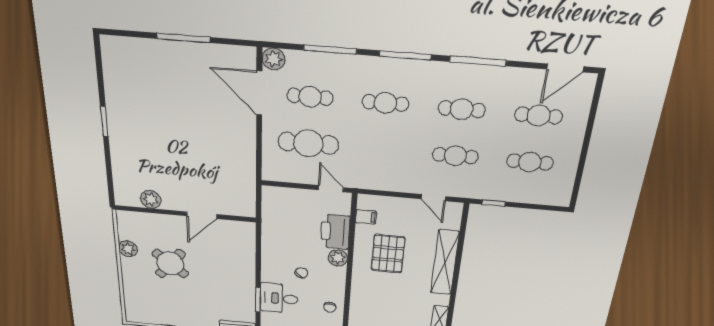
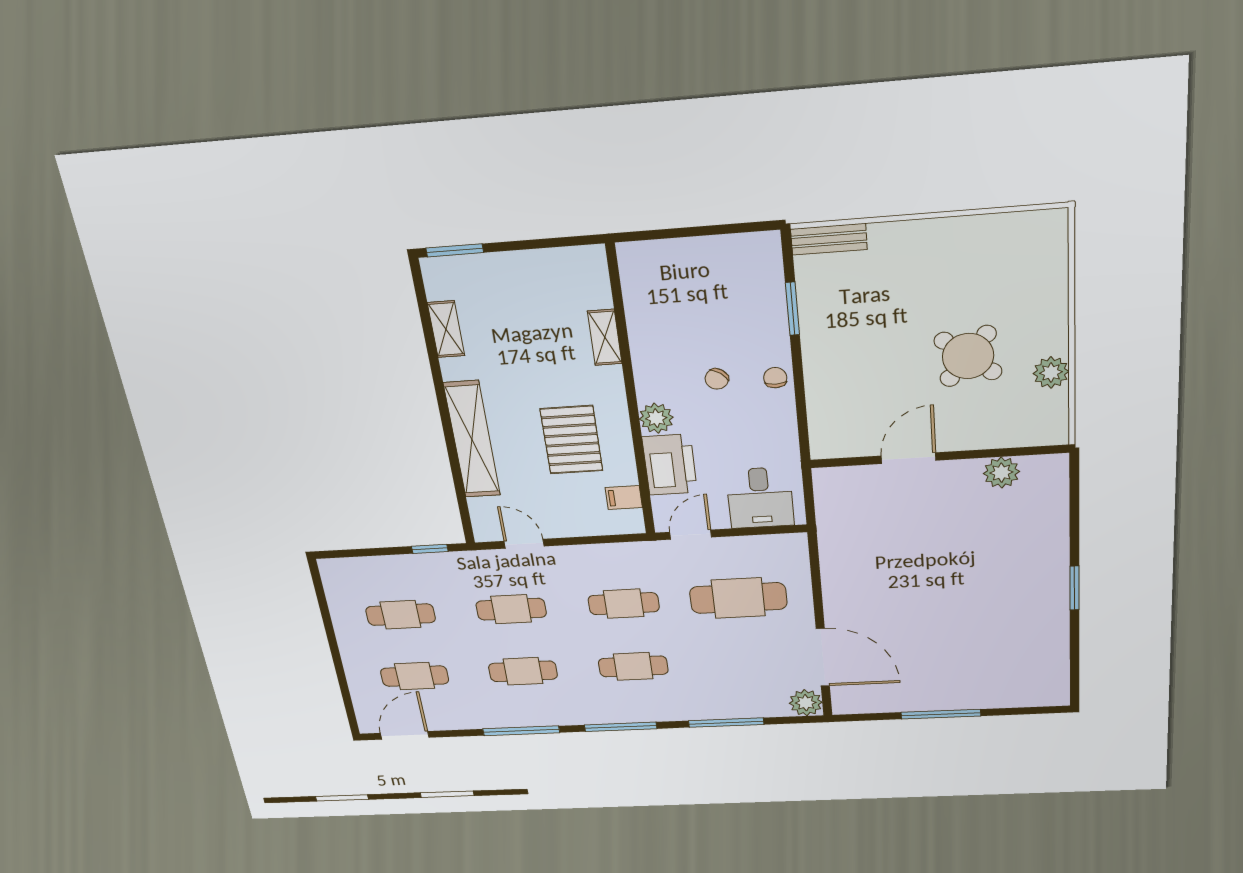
cafe table: (310, 97) -> (624, 604), moved
door: (331, 189) -> (691, 535), swing flipped
desk: (279, 298) -> (760, 498), moved, turned 90
shelving: (357, 302) -> (605, 337), added
chair: (330, 307) -> (775, 378), moved

